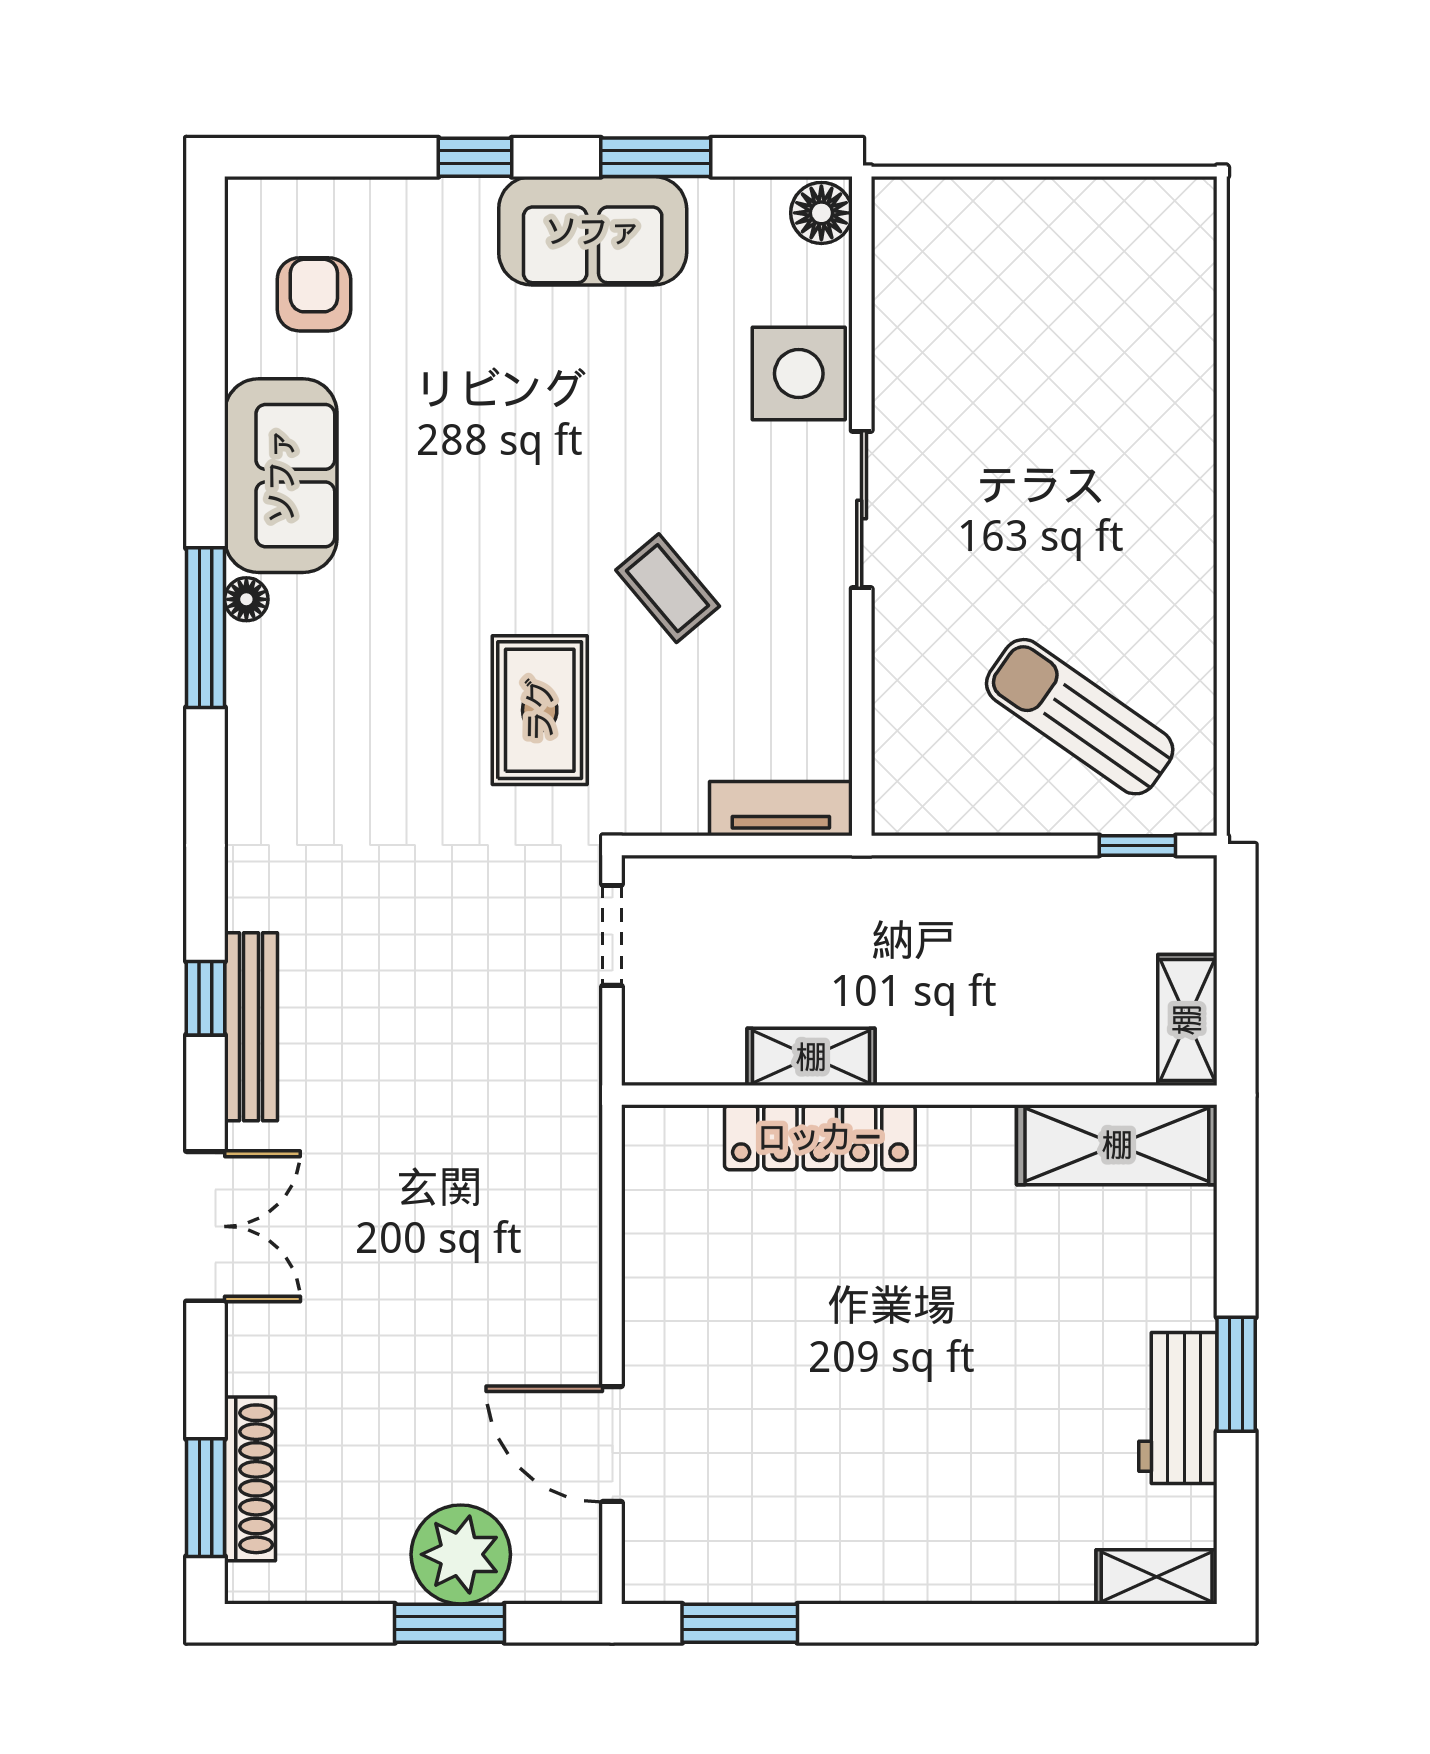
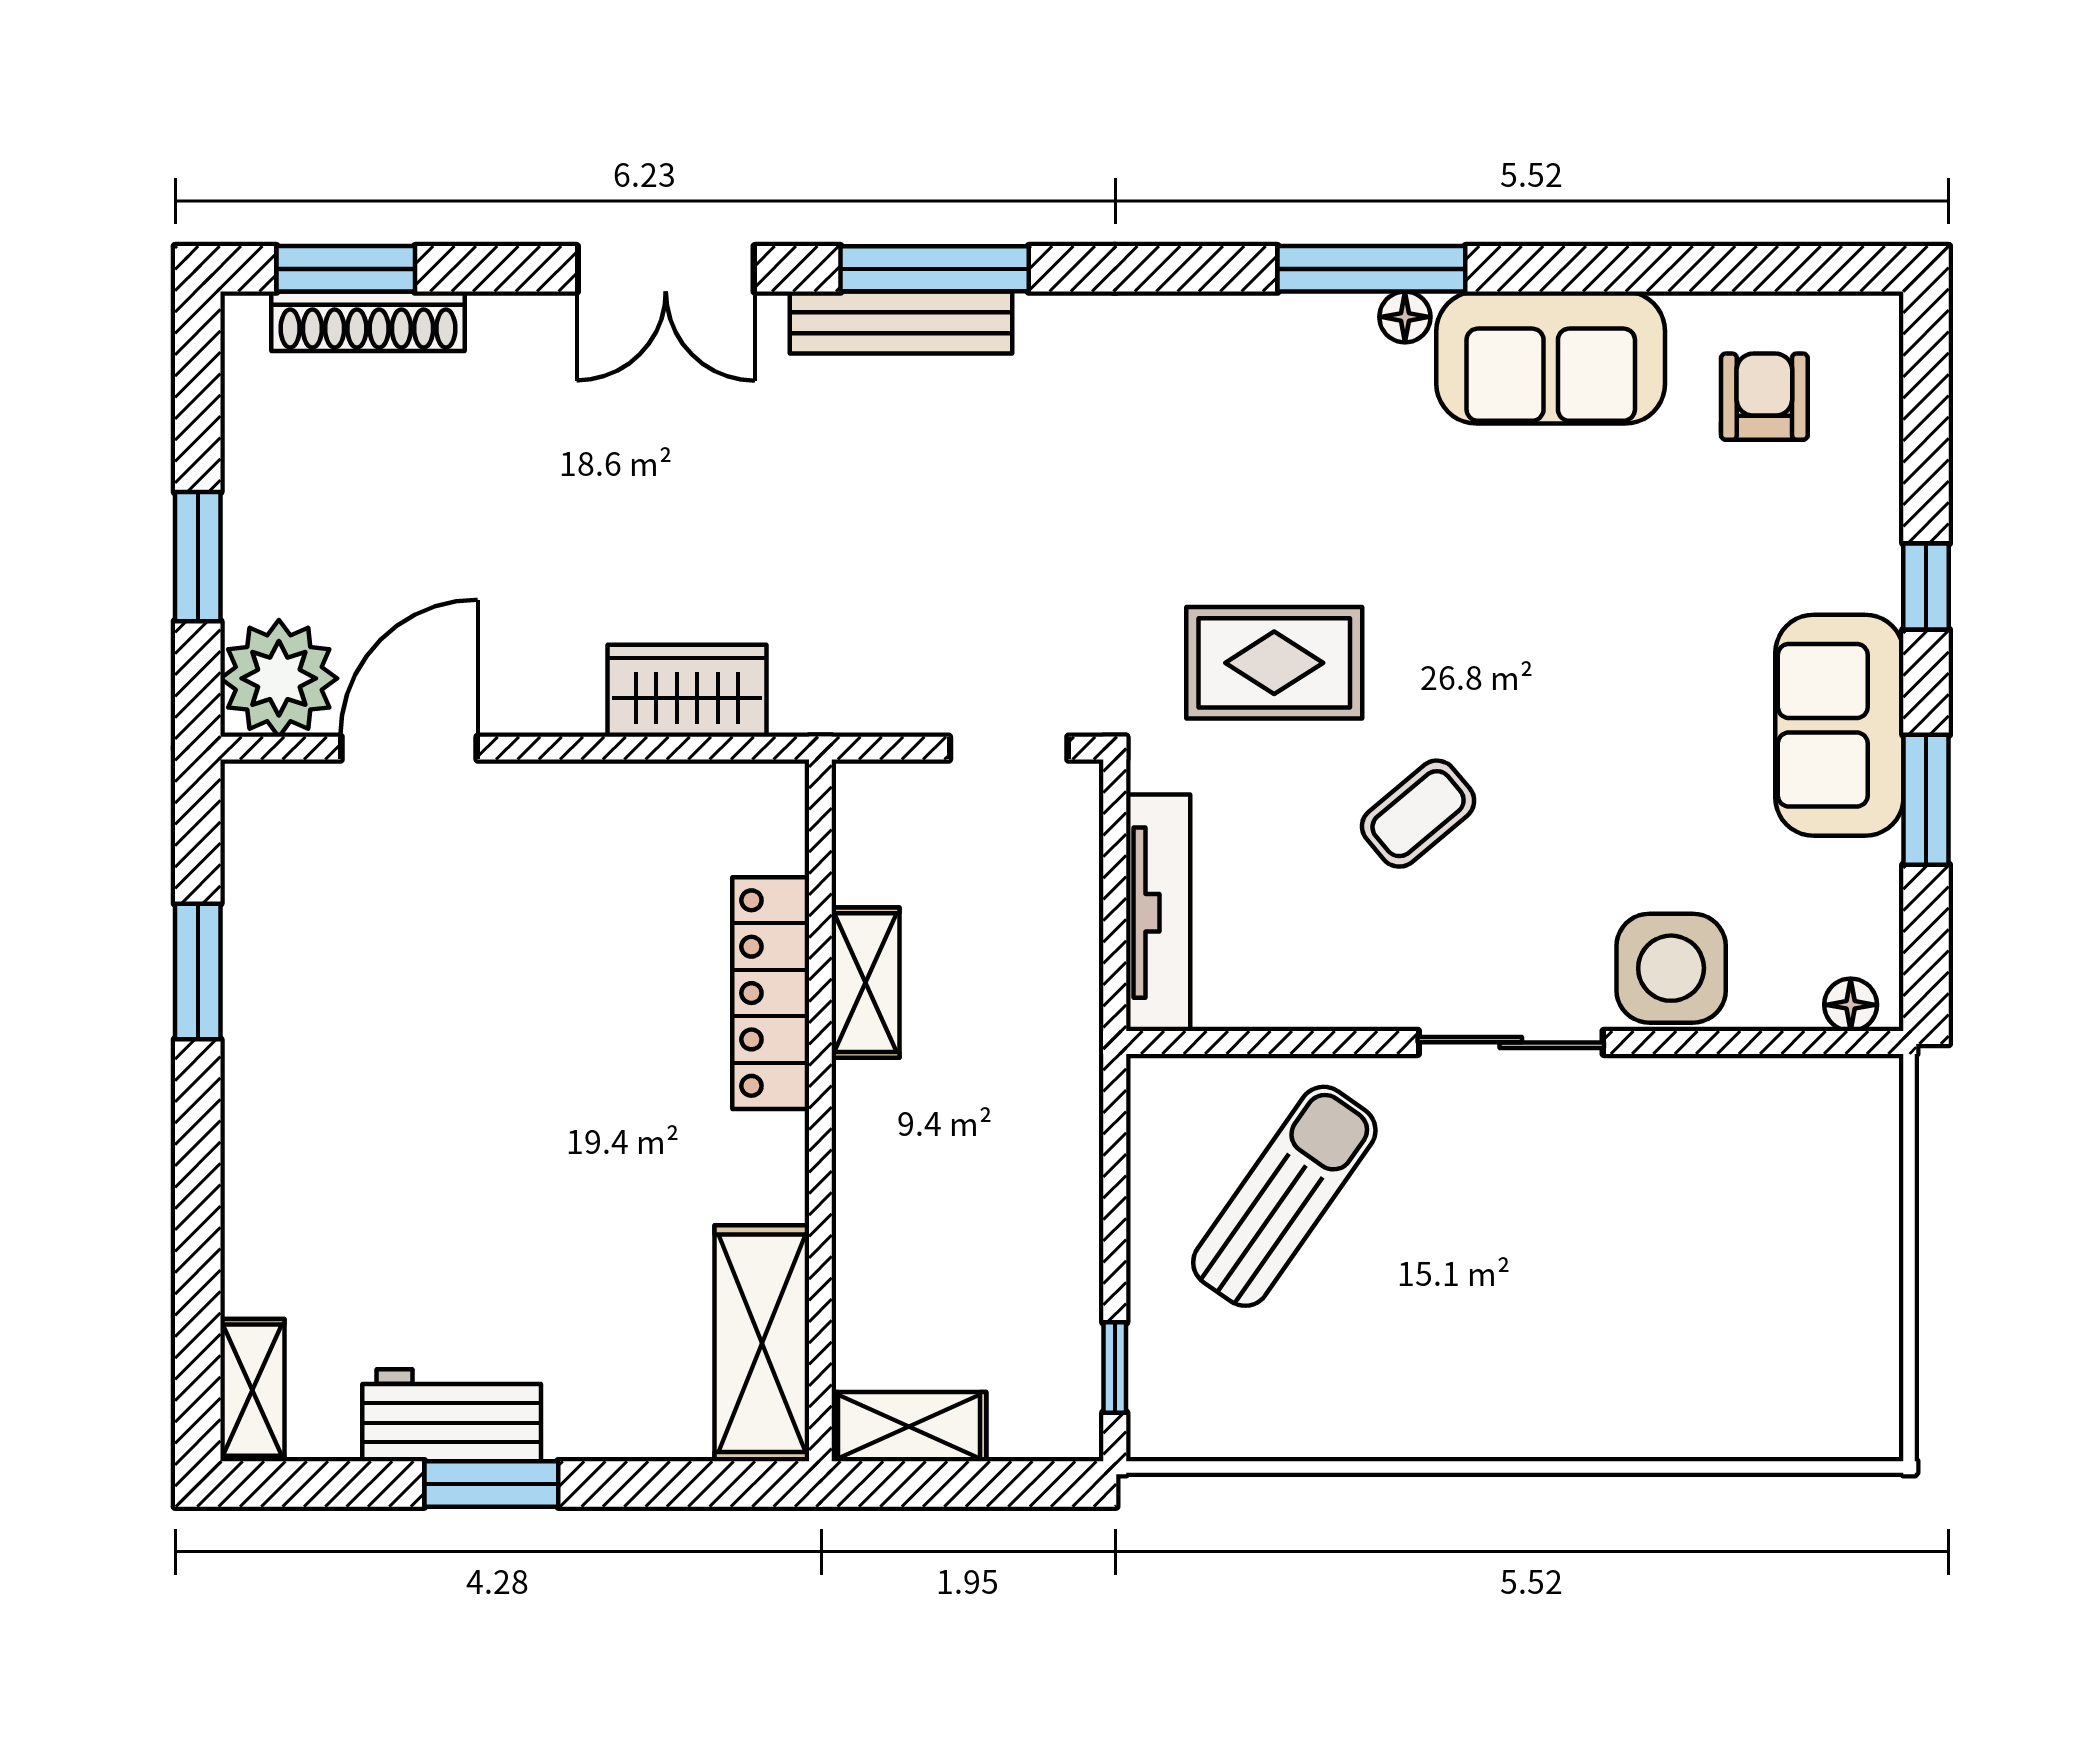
floor lamp: (821, 213) -> (1851, 1005), width x0.73, depth x0.73
armchair: (314, 294) -> (1764, 397), turned -90
sun lounger: (1080, 717) -> (1284, 1196), moved
tv unit: (781, 809) -> (1158, 913), width x1.41
window: (206, 998) -> (935, 269), width x2.17
wardrobe: (563, 1208) -> (687, 691), added
plant: (461, 1554) -> (279, 678), moved
window: (740, 1623) -> (198, 971), moved

